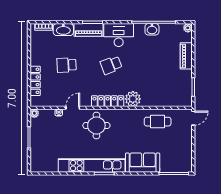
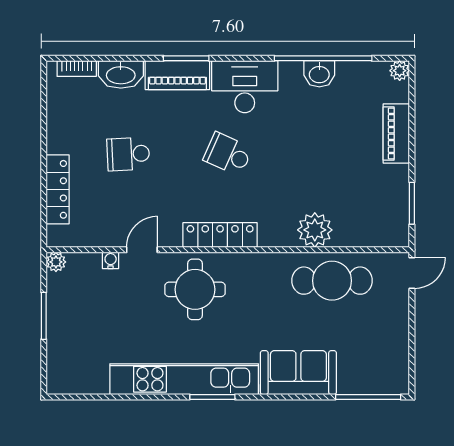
school desk: (111, 65) -> (228, 154), turned 45
plant: (133, 99) -> (315, 230), moved
cafe table: (158, 122) -> (332, 281), width x1.37, depth x1.35

